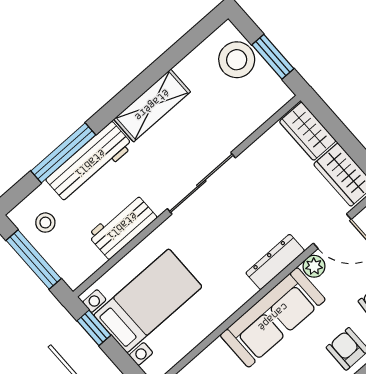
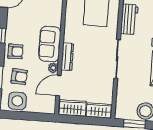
sofa: (273, 317) -> (50, 44), width x0.73

